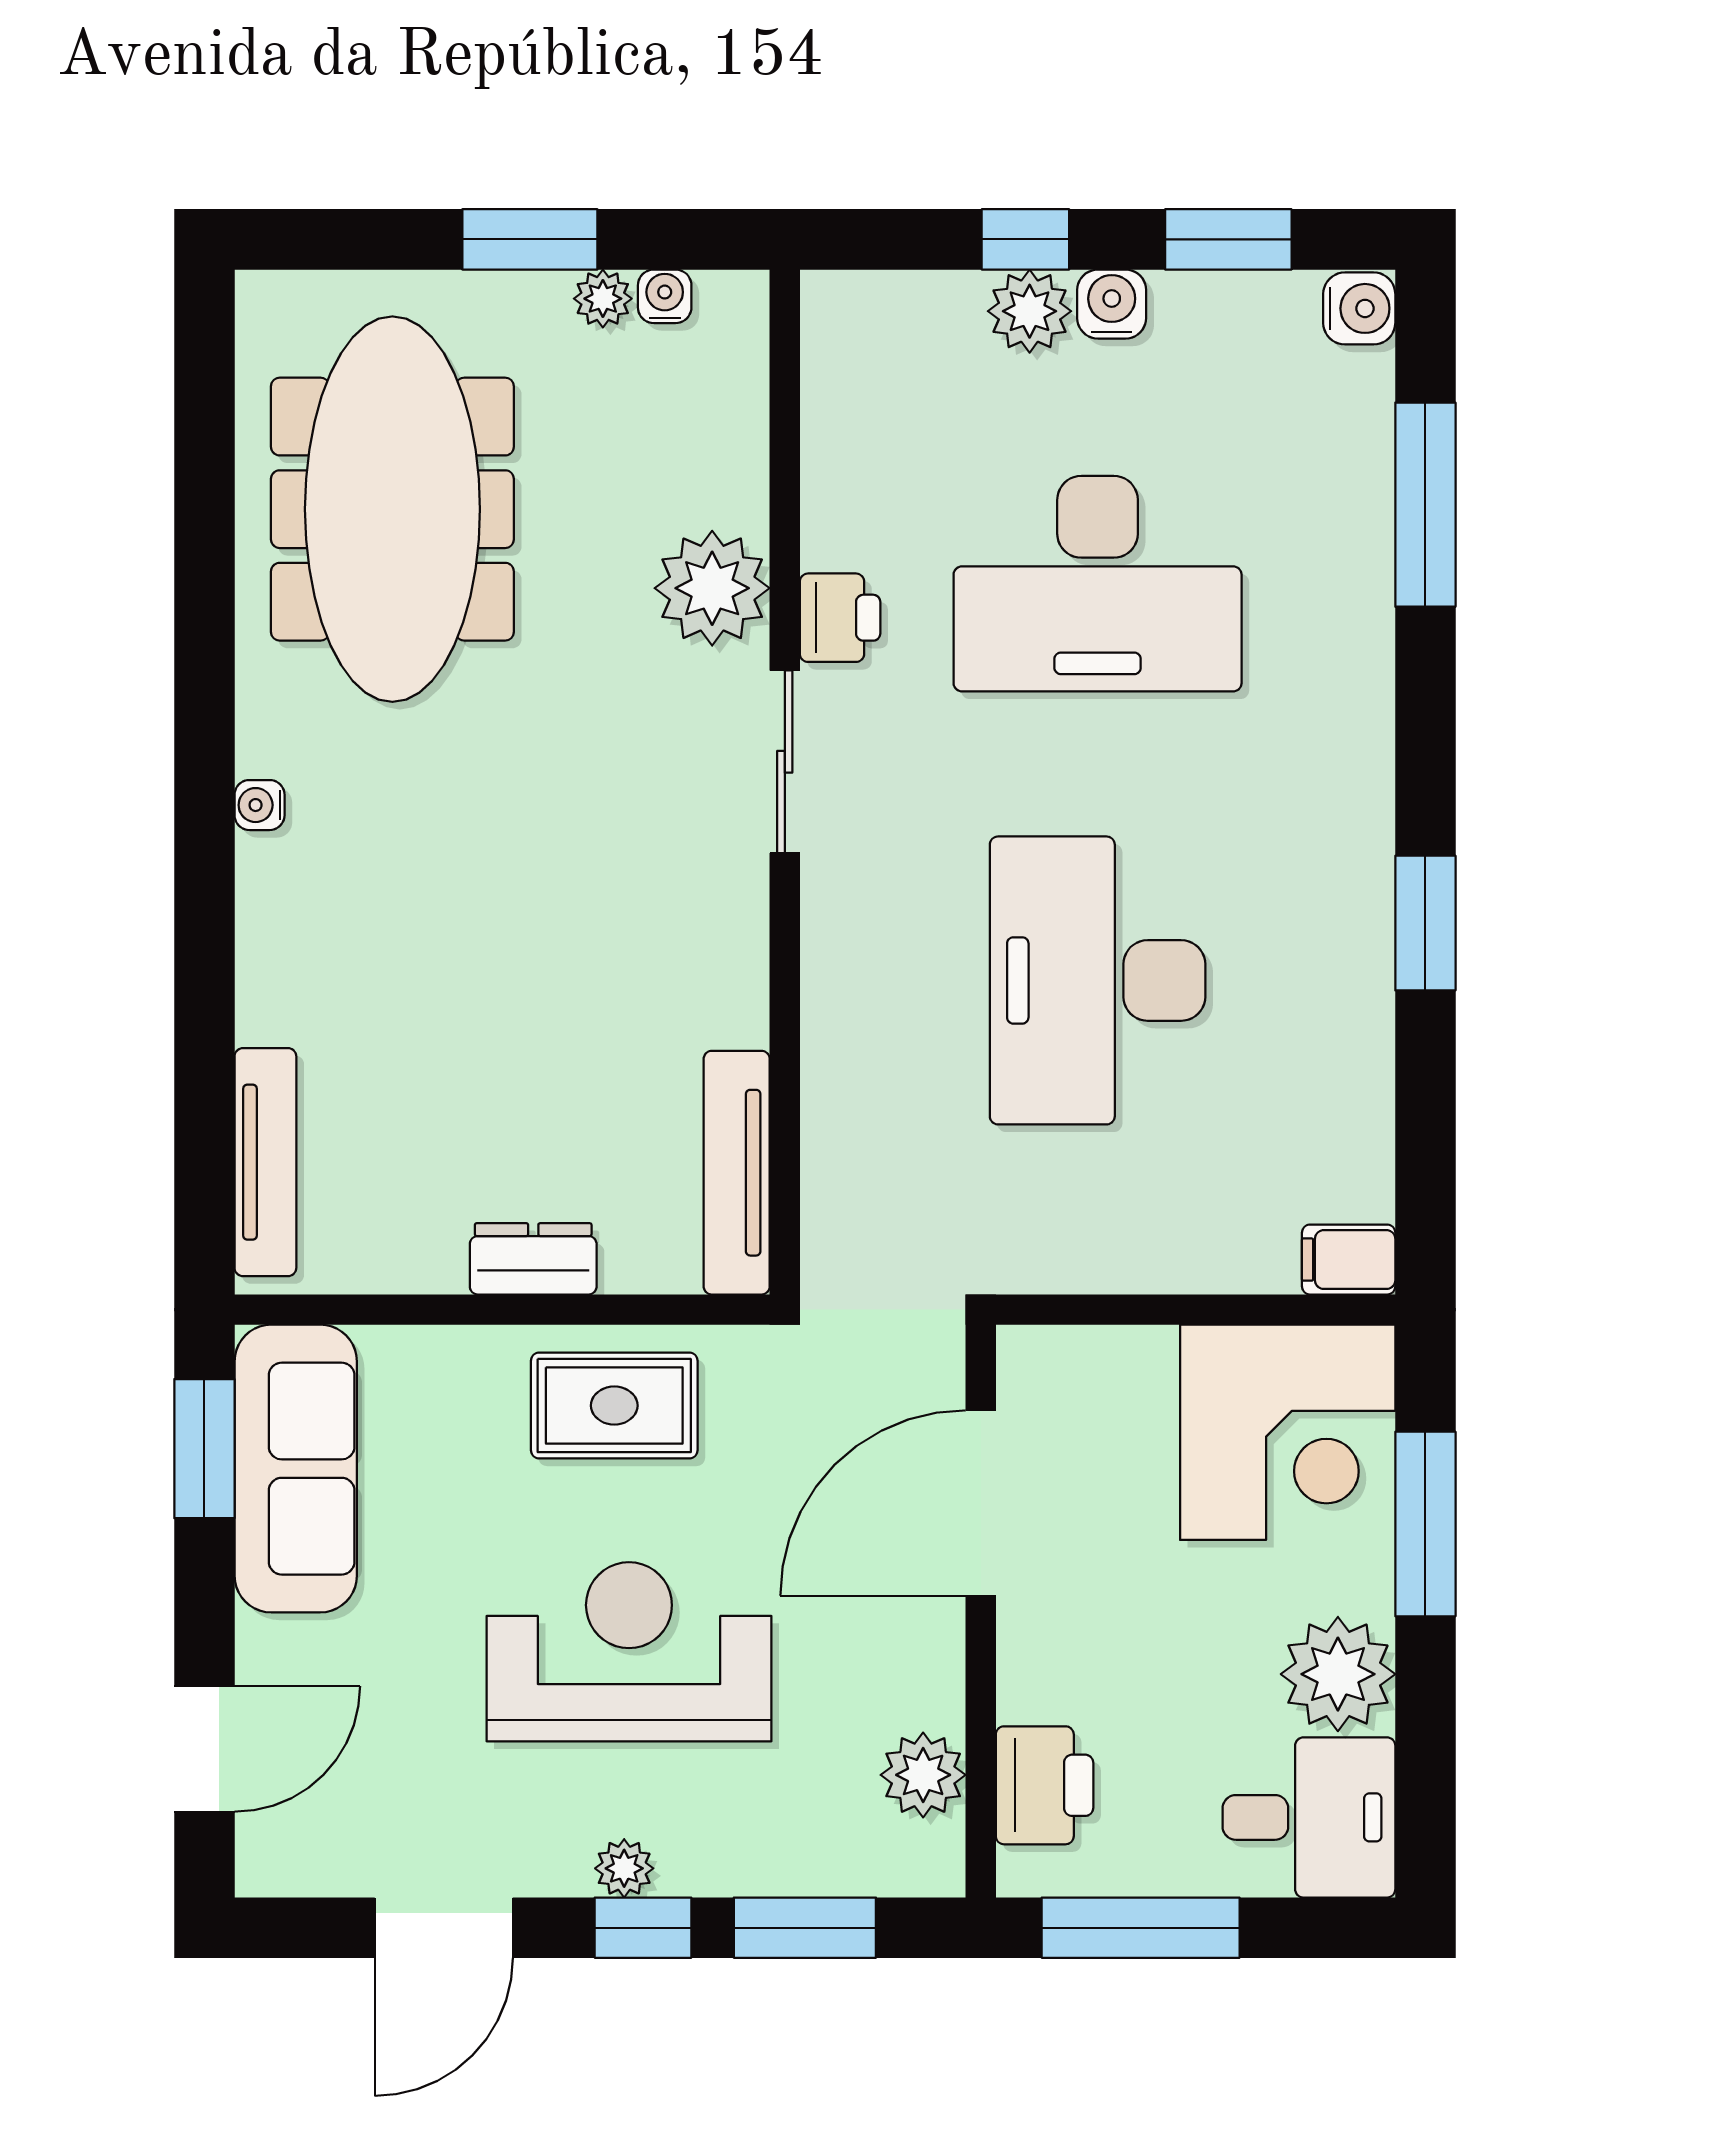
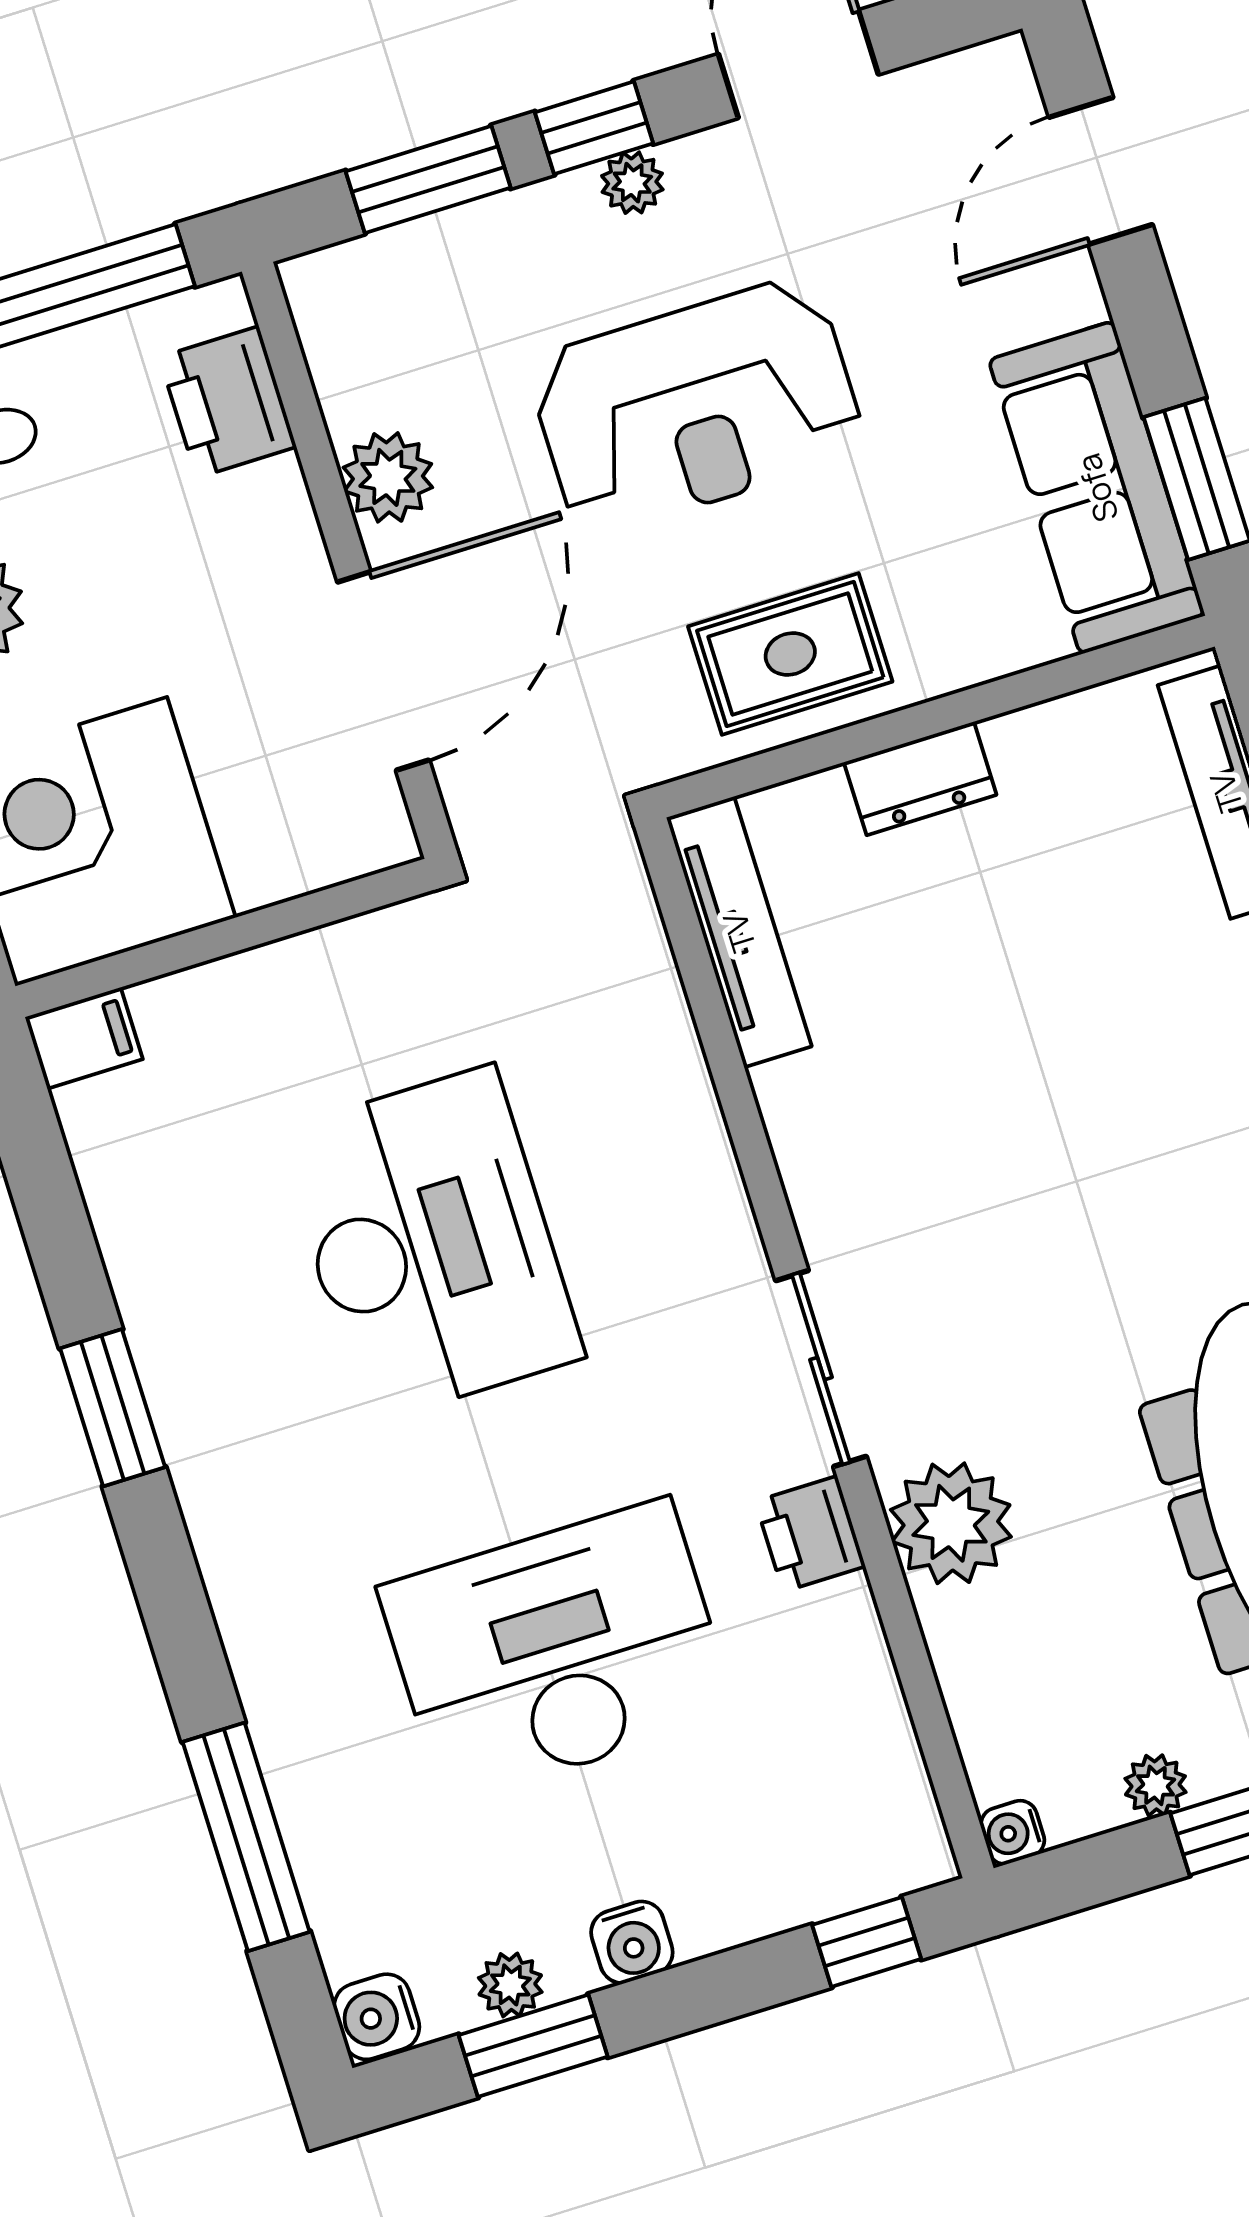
window: (1025, 239) -> (867, 1942), moved
water cooler: (665, 296) -> (1013, 1832), moved, turned 90
plant: (1030, 311) -> (510, 1985), moved, width x0.73, depth x0.73
plant: (923, 1775) -> (388, 477), moved

